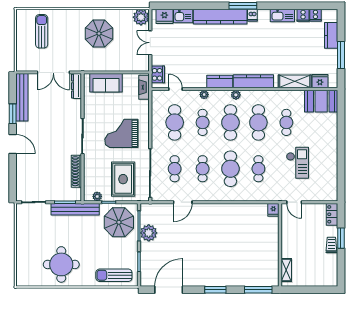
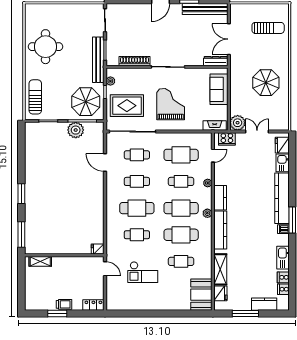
plant: (141, 17) -> (238, 123), moved
door: (294, 202) -> (105, 269), swing flipped
window: (341, 238) -> (57, 314), moved
door: (169, 290) -> (21, 149), removed

